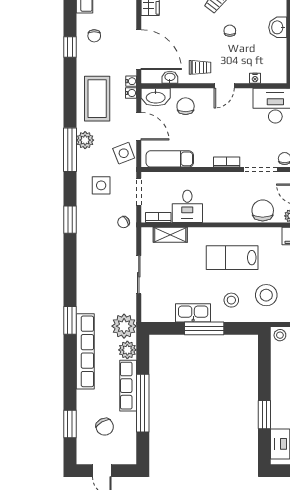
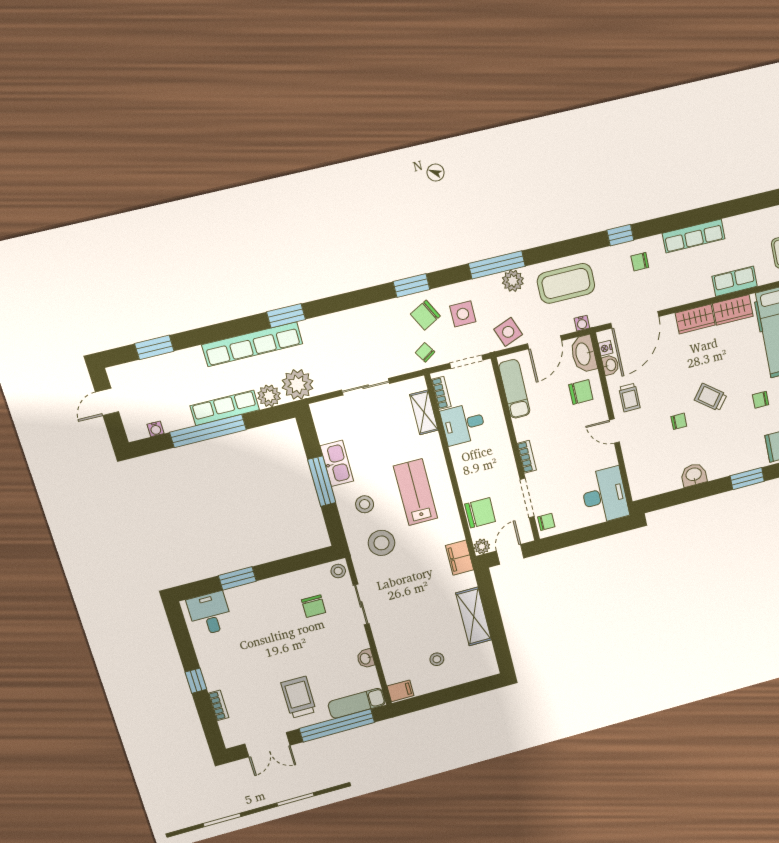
nightstand: (255, 78) -> (606, 348), moved
water cooler: (131, 81) -> (156, 429), moved
chair: (105, 427) -> (425, 315), moved

